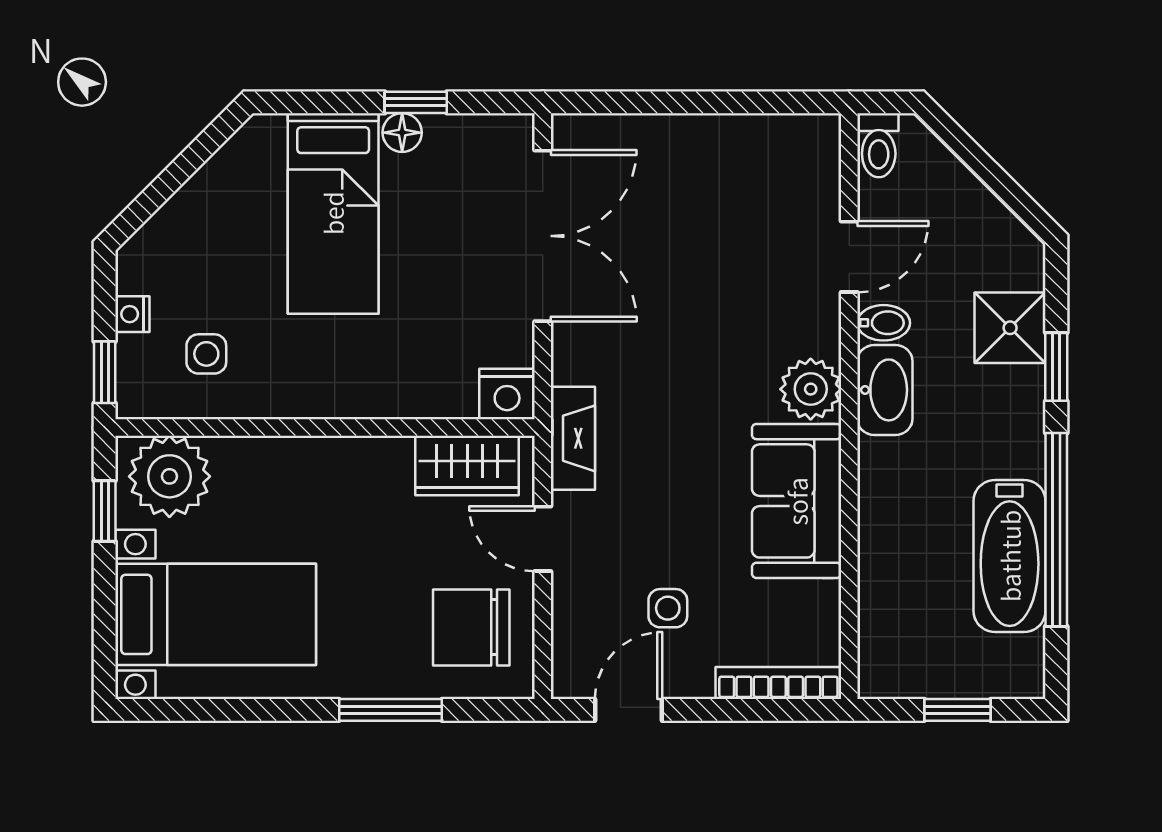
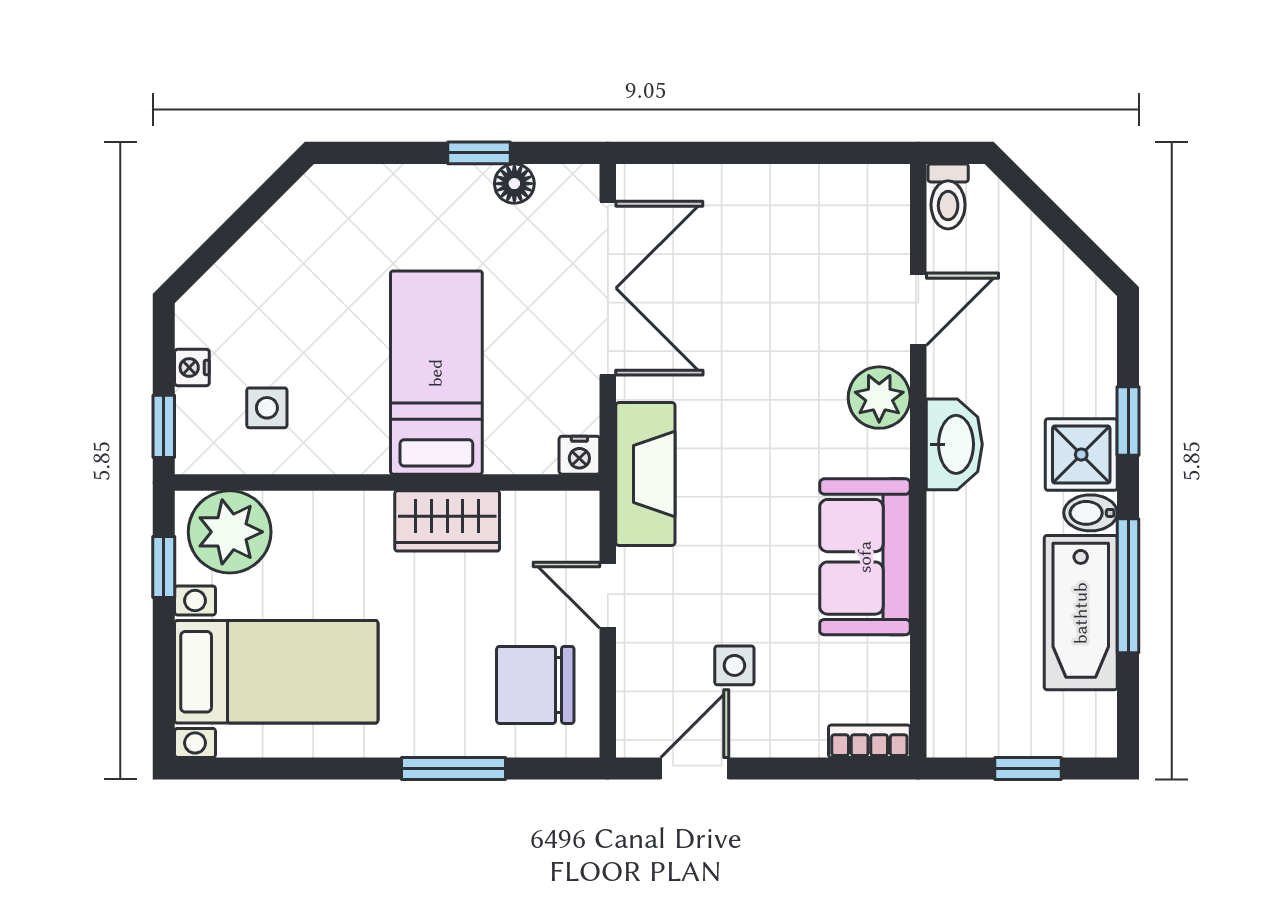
floor lamp: (402, 133) -> (514, 184), moved
bed: (333, 213) -> (436, 373), moved, turned 180
bidet: (884, 323) -> (1090, 513), moved, turned 180
shower: (1010, 328) -> (1081, 455), moved
plant: (811, 389) -> (879, 398), moved
nightstand: (507, 394) -> (579, 455), width x0.72, depth x0.74
fireplace: (573, 438) -> (645, 474), width x1.37, depth x1.32
wardrobe: (467, 466) -> (447, 521), moved
window: (1056, 530) -> (1128, 586), width x0.68
bookcase: (778, 683) -> (869, 741), width x0.64

